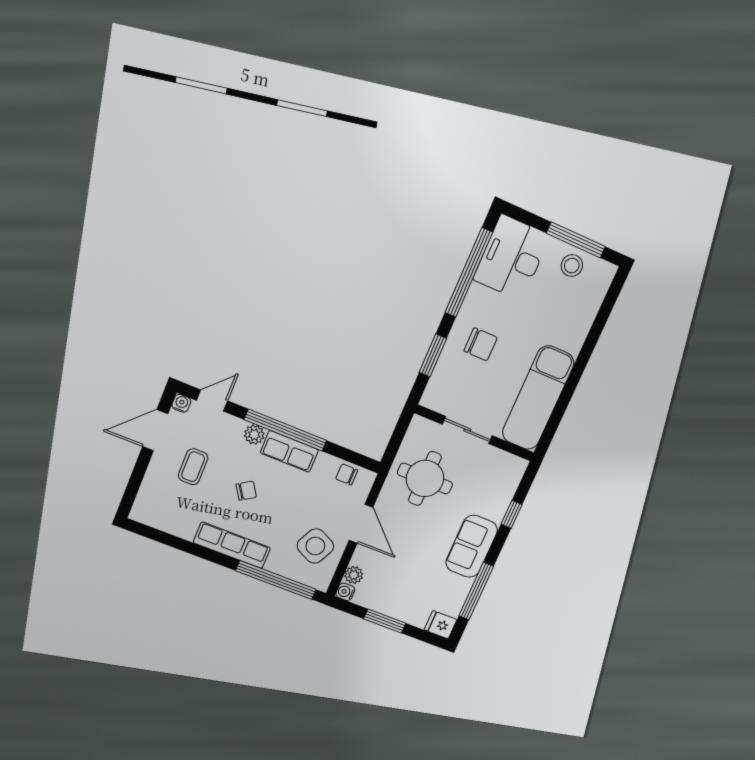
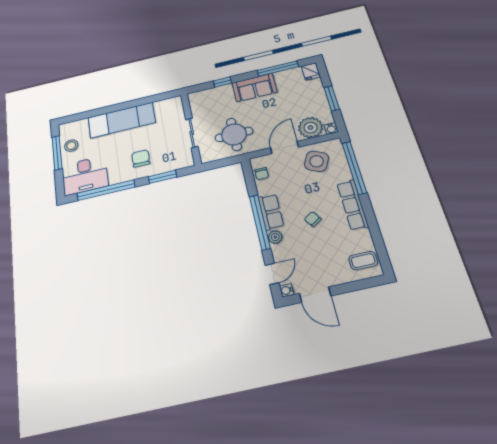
exam couch: (538, 398) -> (122, 120), moved
door: (212, 401) -> (272, 274), swing flipped
coffee table: (193, 467) -> (363, 261), moved
plant: (354, 575) -> (311, 128), width x1.88, depth x1.88

